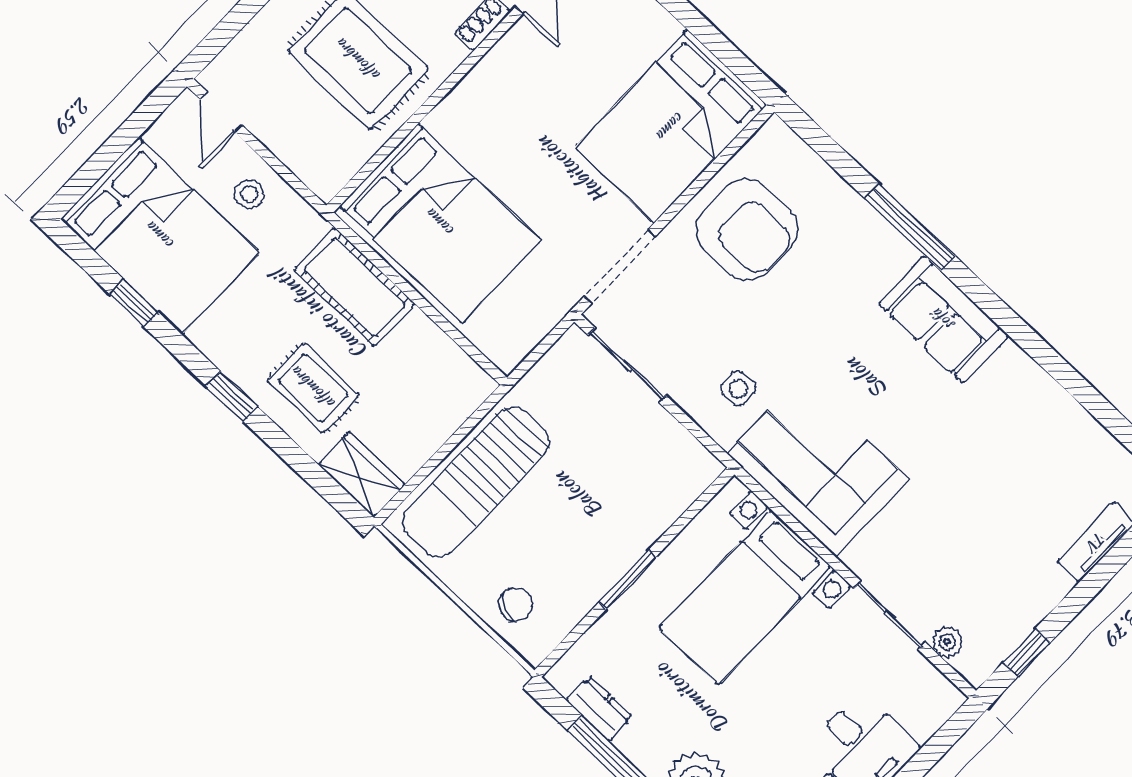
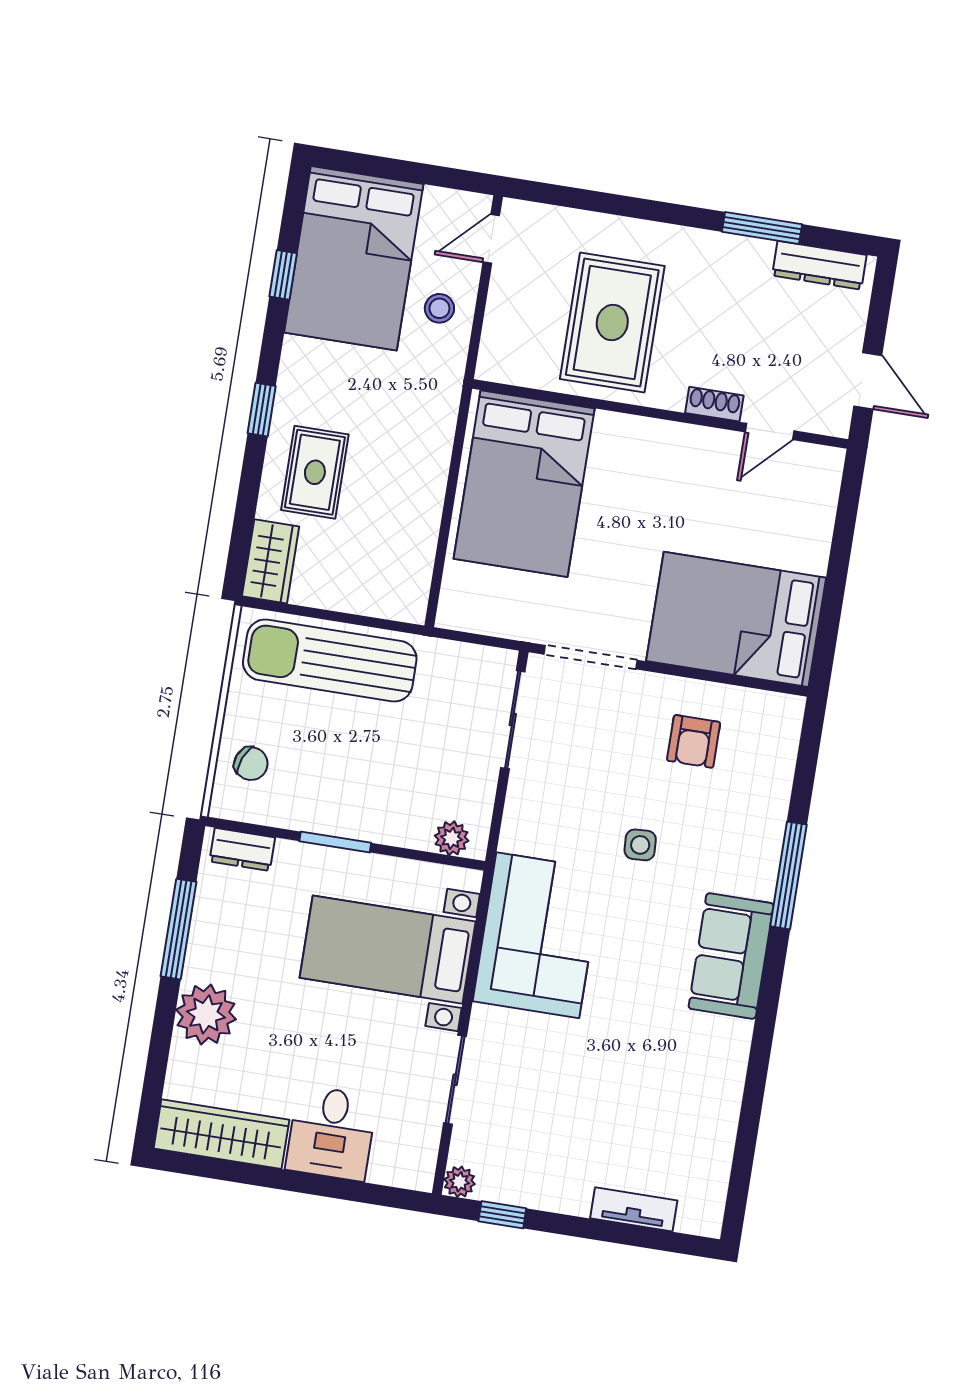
armchair: (747, 230) -> (694, 741), width x0.53, depth x0.53
cot: (355, 287) -> (422, 449), removed
side table: (738, 388) -> (640, 845), moved
plant: (690, 482) -> (452, 838), added
plant: (947, 642) -> (460, 1182), moved
dresser: (599, 709) -> (242, 849), moved, turned 90

